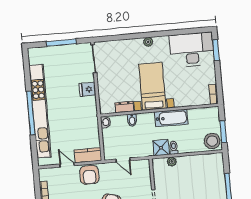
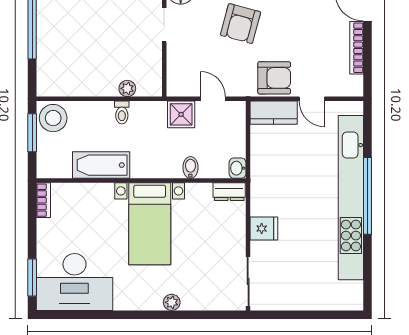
plant: (148, 42) -> (172, 302), moved
window: (61, 43) -> (303, 315), removed
dresser: (124, 107) -> (229, 192), moved
bathtub: (171, 118) -> (101, 165), moved
shower: (161, 148) -> (181, 114), moved
armchair: (89, 175) -> (274, 78), turned 90

